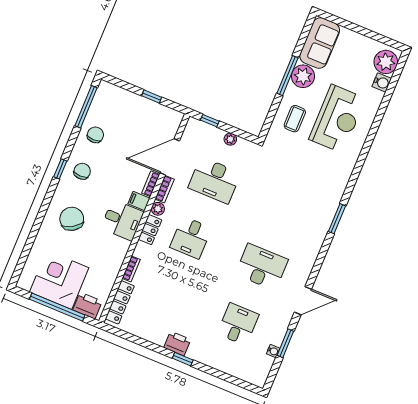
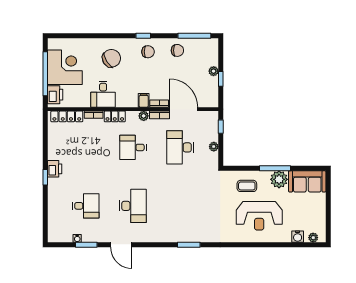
plant: (386, 62) -> (313, 238), width x0.53, depth x0.53
plant: (139, 101) -> (214, 71), added
desk: (122, 220) -> (103, 94), moved
locker: (150, 230) -> (115, 116), moved

